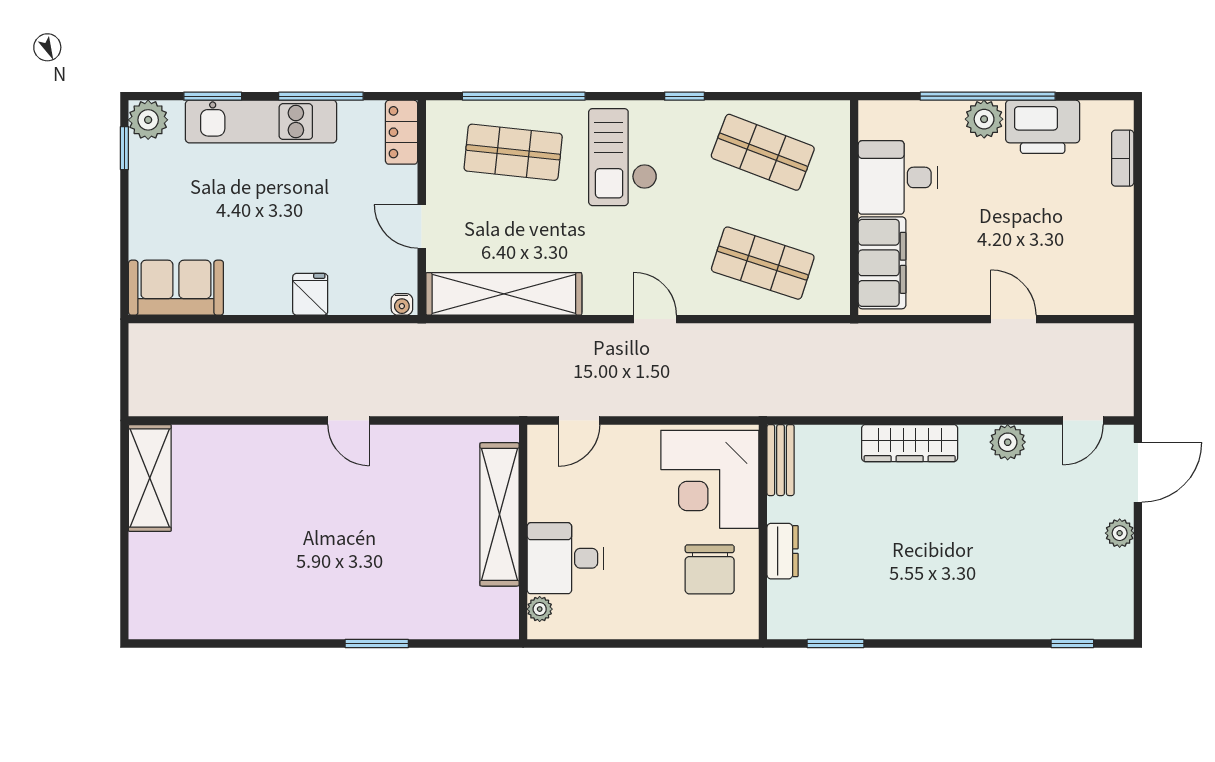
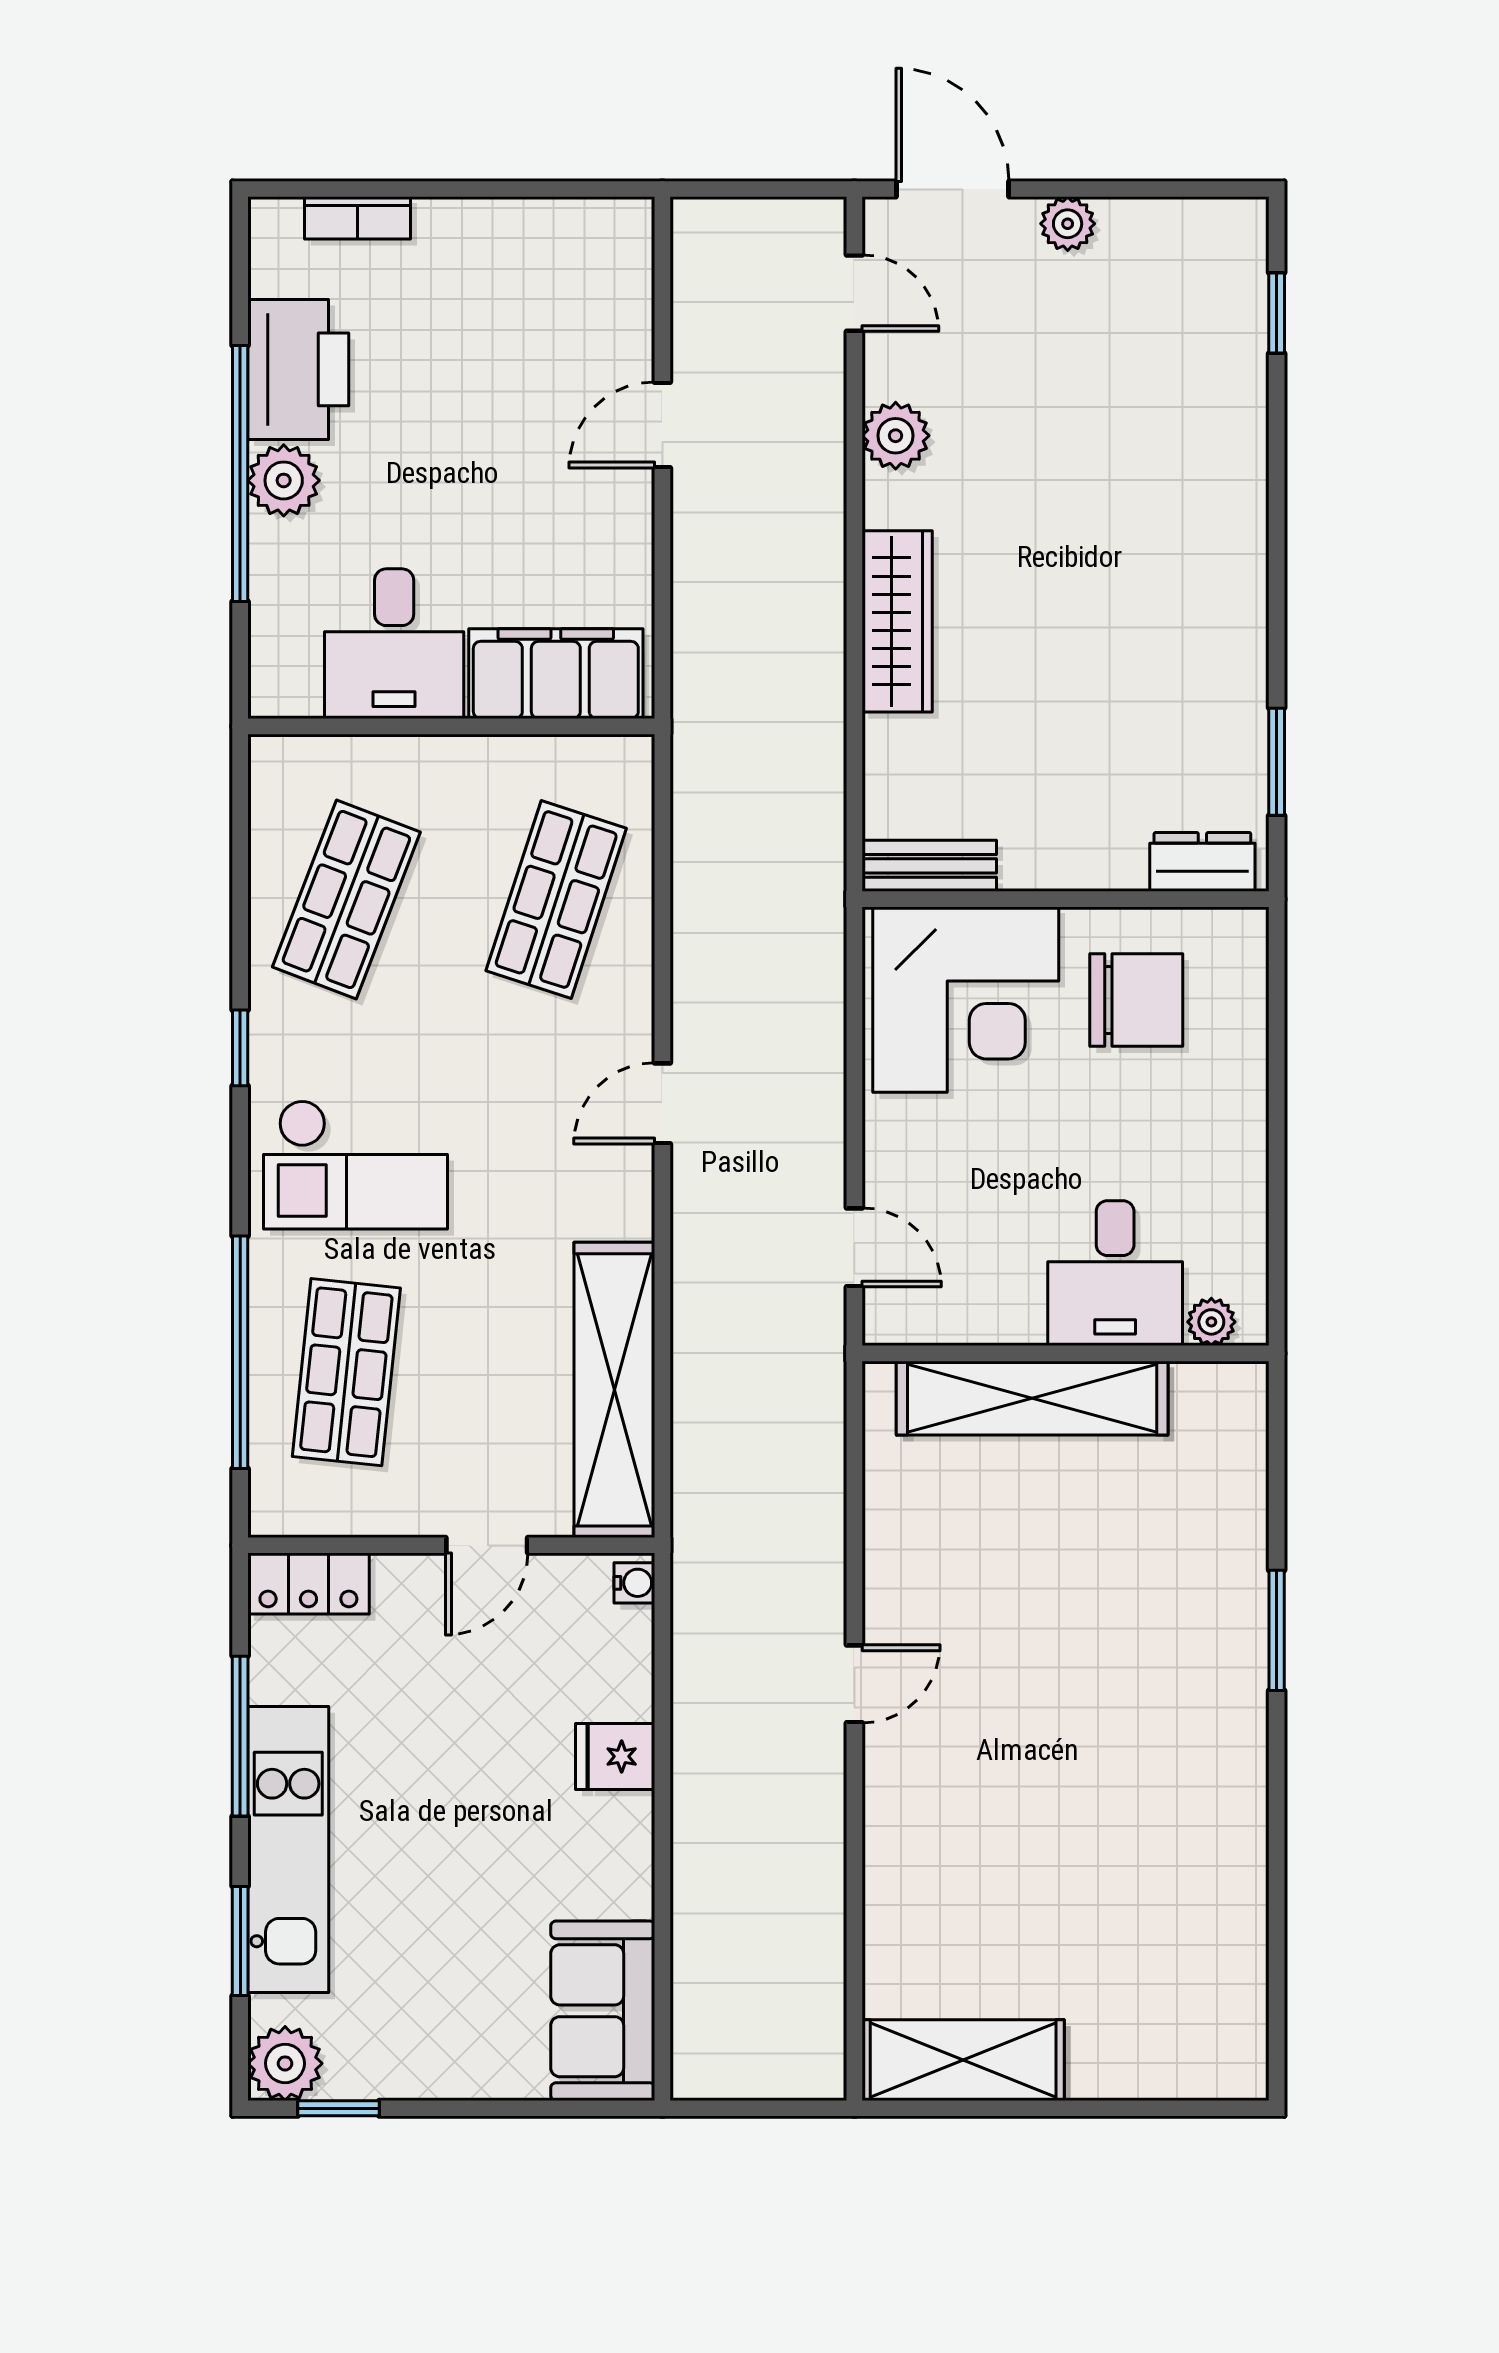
dresser: (783, 551) -> (1202, 862), moved

